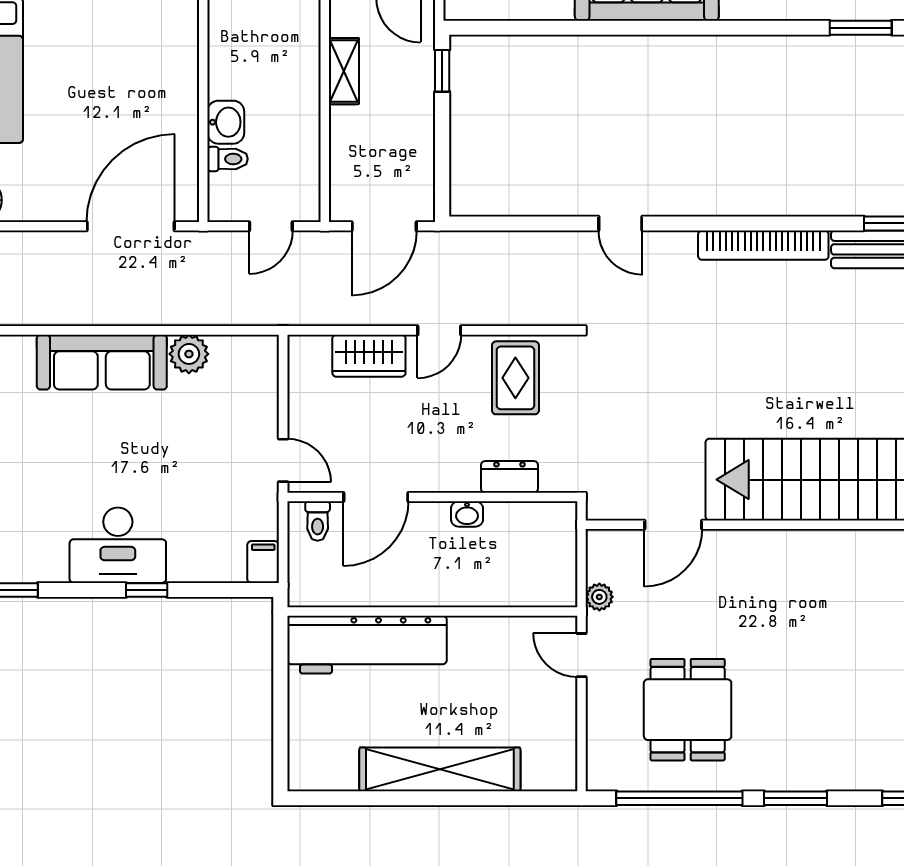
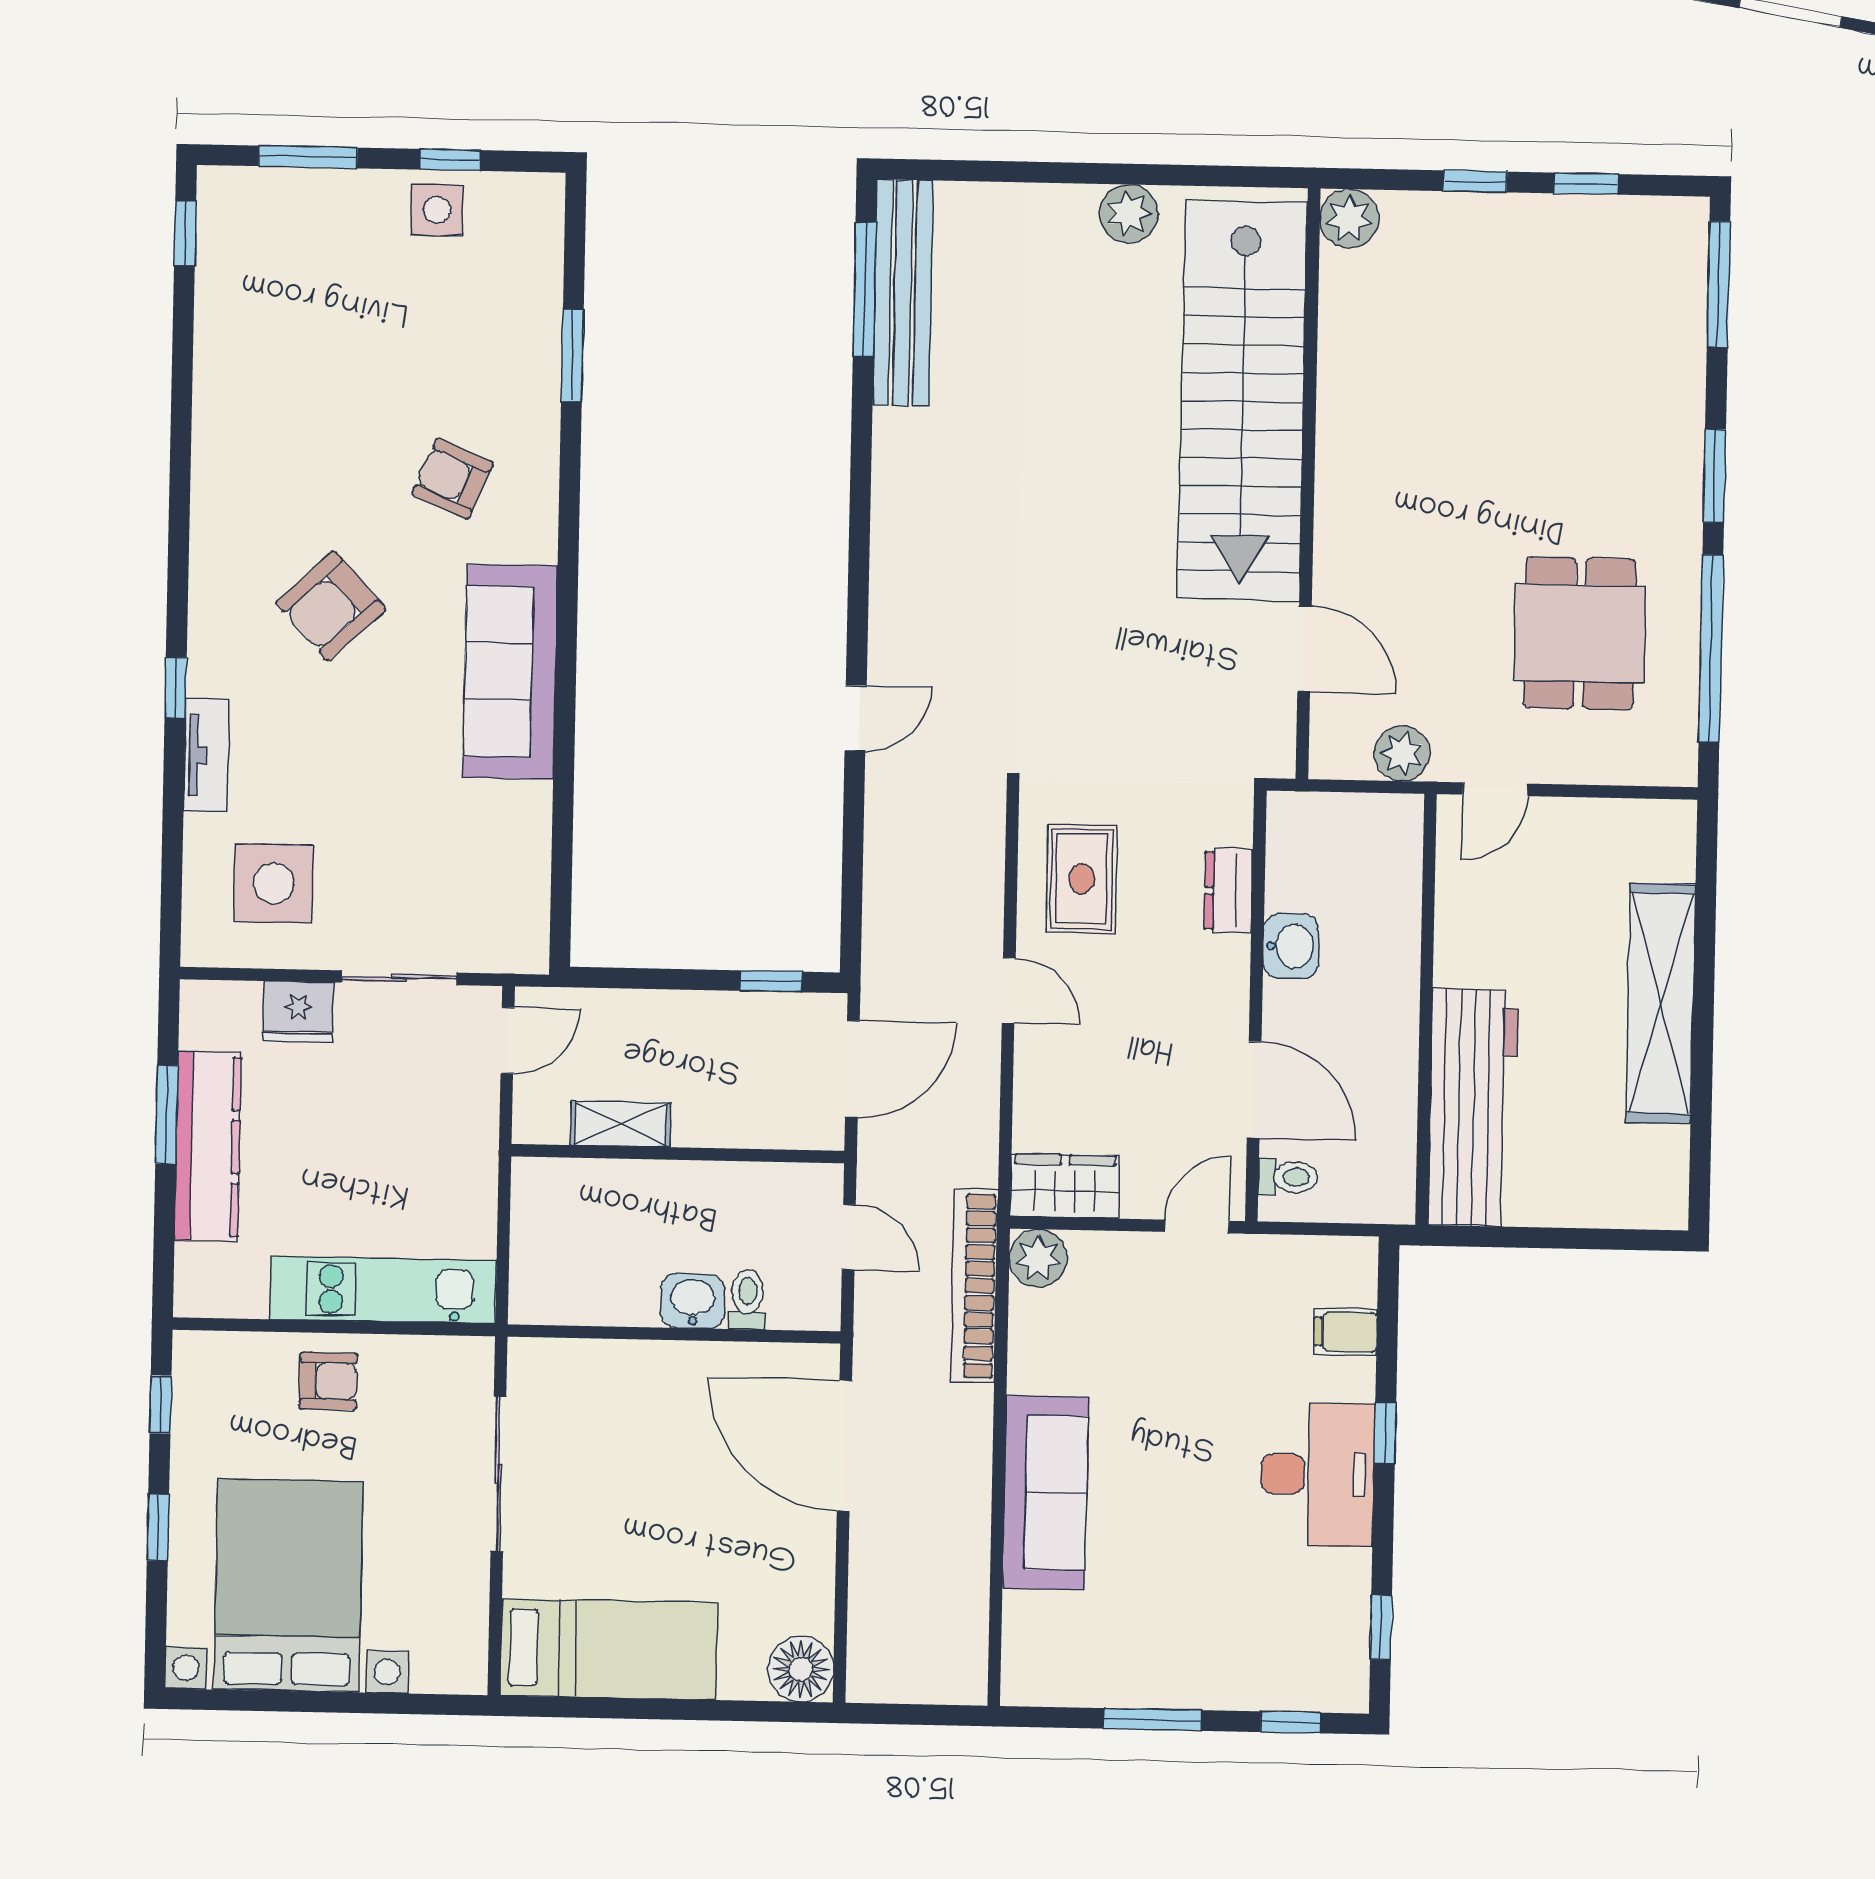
window: (442, 71) -> (771, 981), moved
door: (384, 226) -> (852, 1069), hinge flipped
bookcase: (763, 245) -> (974, 1286), moved, turned 180
plant: (189, 354) -> (1038, 1258), moved
wardrobe: (369, 356) -> (1065, 1186), moved, turned -90
rug: (515, 378) -> (1082, 879), turned 90
washbasin: (467, 514) -> (1291, 946), width x1.38, depth x1.45
filing cabinet: (263, 562) -> (1346, 1332), moved
plant: (599, 597) -> (1402, 753), width x1.38, depth x1.38
dining table: (688, 710) -> (1580, 633), turned 90

